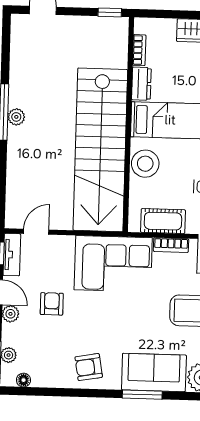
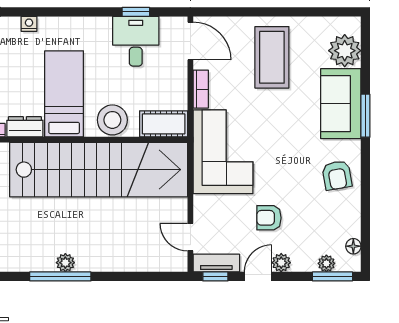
cot: (163, 221) -> (164, 124), moved, turned 90

